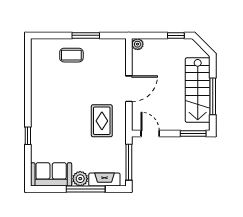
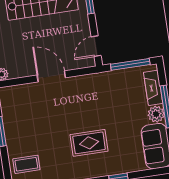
coffee table: (71, 55) -> (26, 164), moved, turned 90
rug: (102, 121) -> (89, 143), moved

